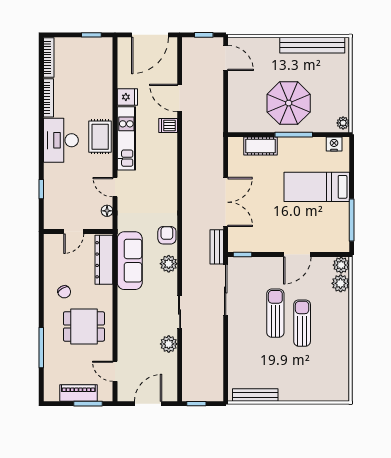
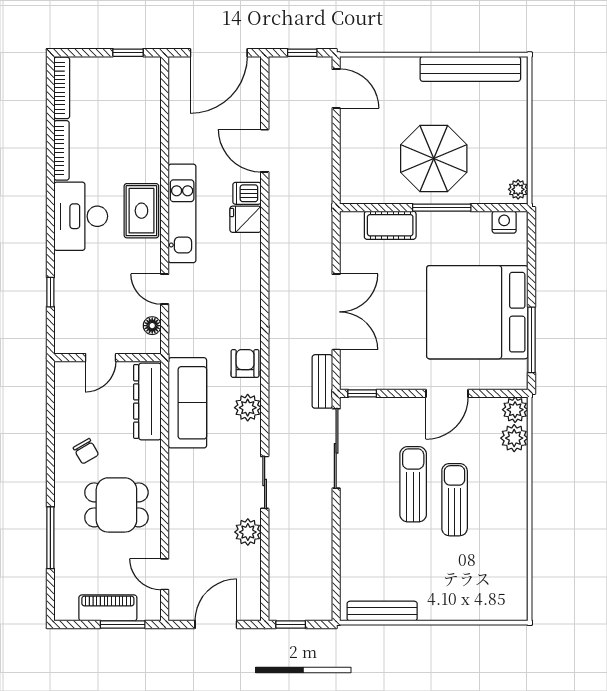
fridge: (127, 97) -> (246, 219), moved, turned 180
bed: (317, 187) -> (477, 312), width x2.04

